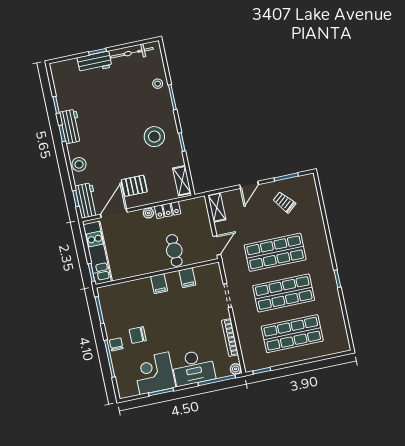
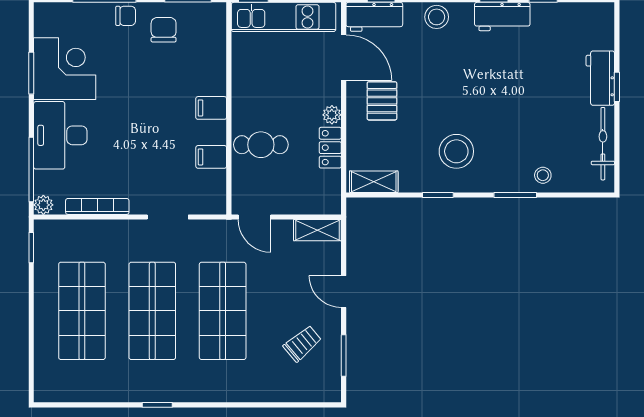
chair: (138, 335) -> (164, 30), moved

